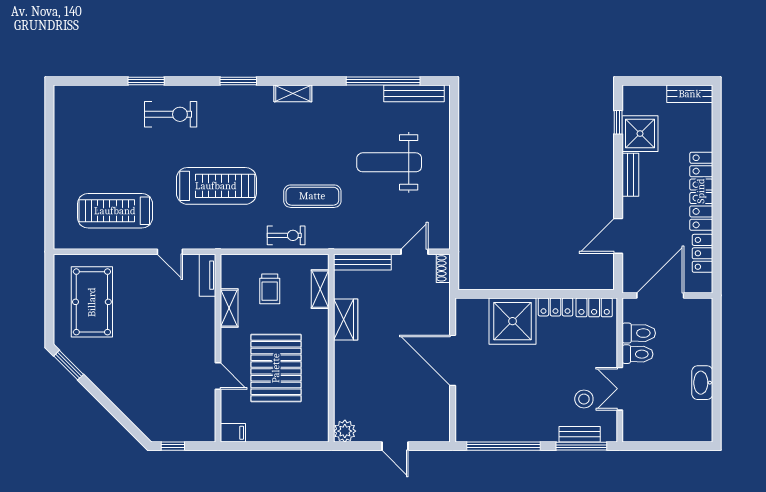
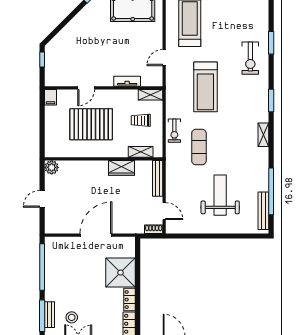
tv unit: (208, 275) -> (127, 81), moved
shelving: (229, 308) -> (151, 95), moved

